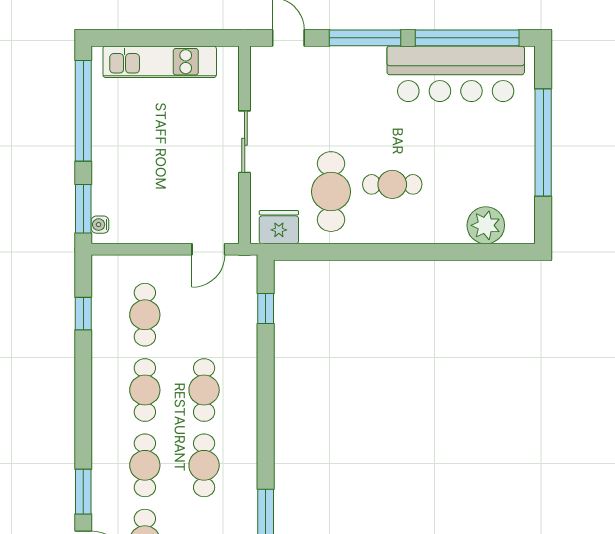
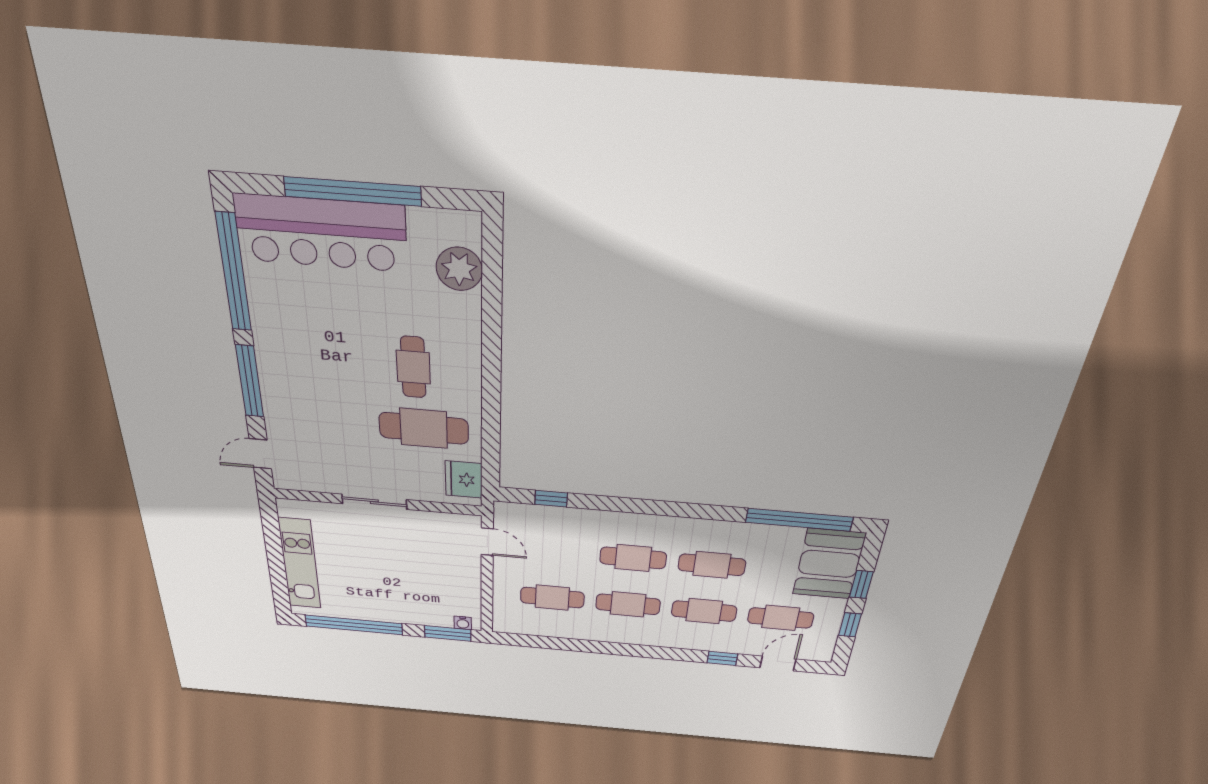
bar counter: (456, 74) -> (321, 233), moved, turned 90
window: (83, 314) -> (549, 643), removed
window: (83, 492) -> (722, 658), width x0.67

